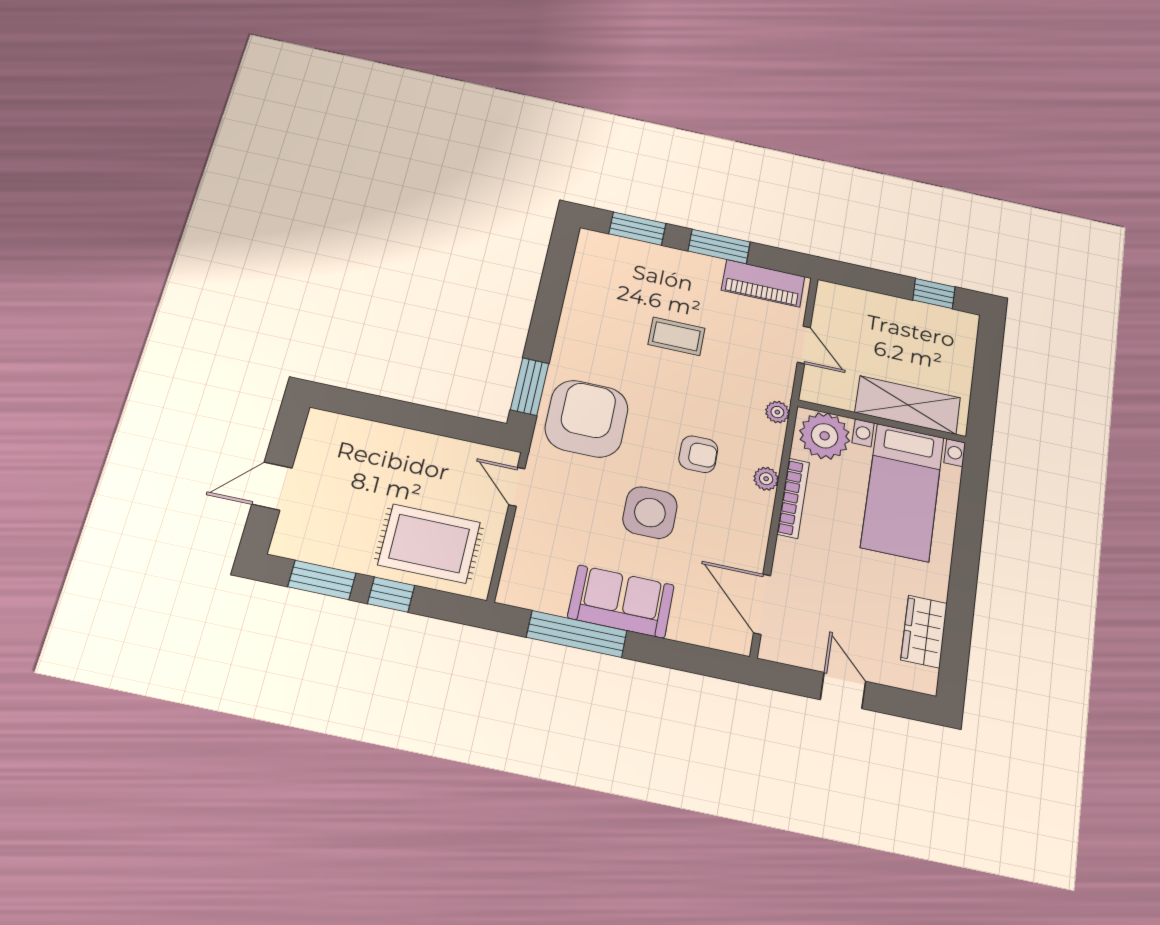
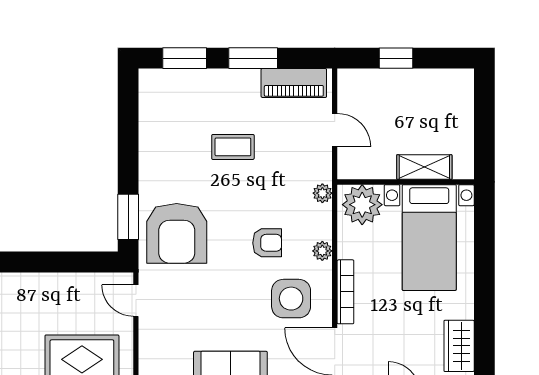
window: (934, 294) -> (396, 58), moved
shelving: (908, 405) -> (424, 167), width x0.67, depth x0.75
armchair: (587, 419) -> (177, 233), turned 180
bookcase: (793, 498) -> (345, 292), moved
side table: (650, 513) -> (291, 299), moved

